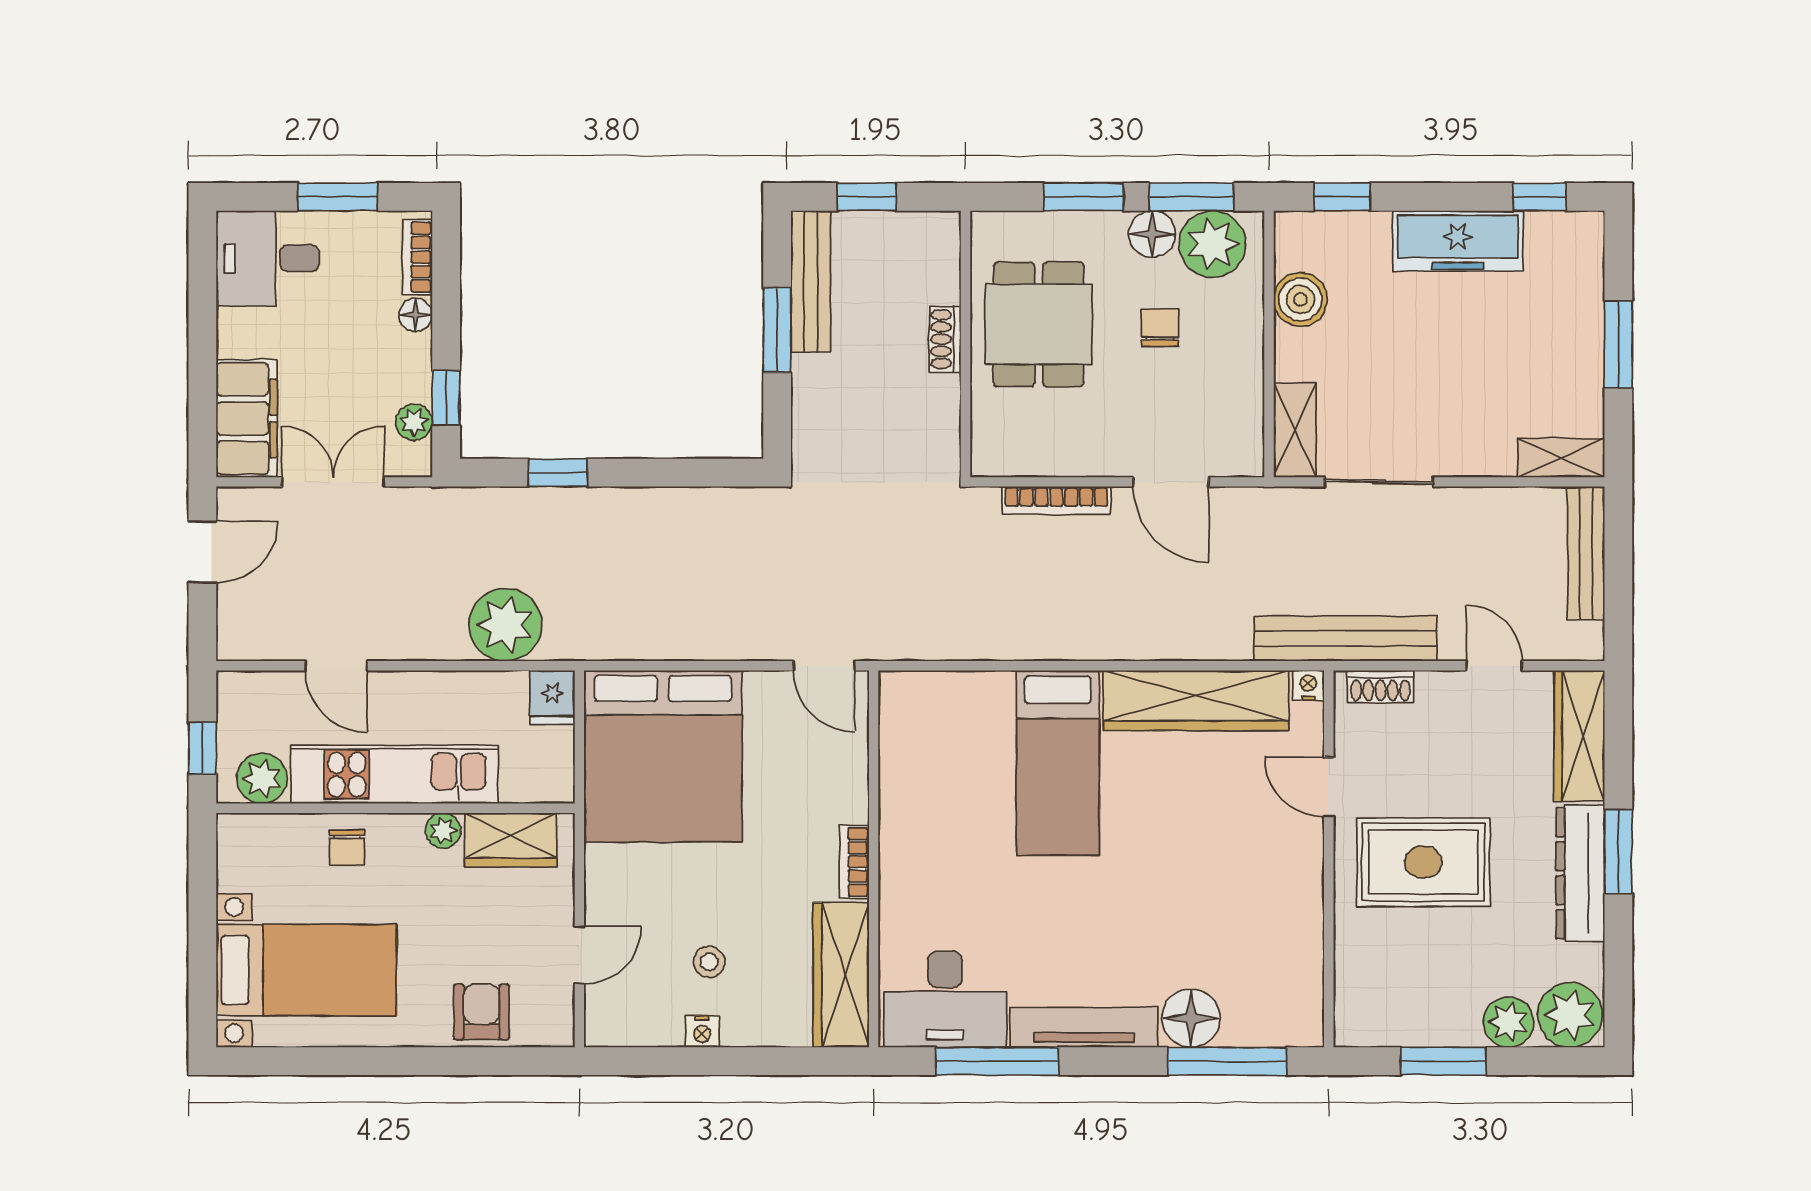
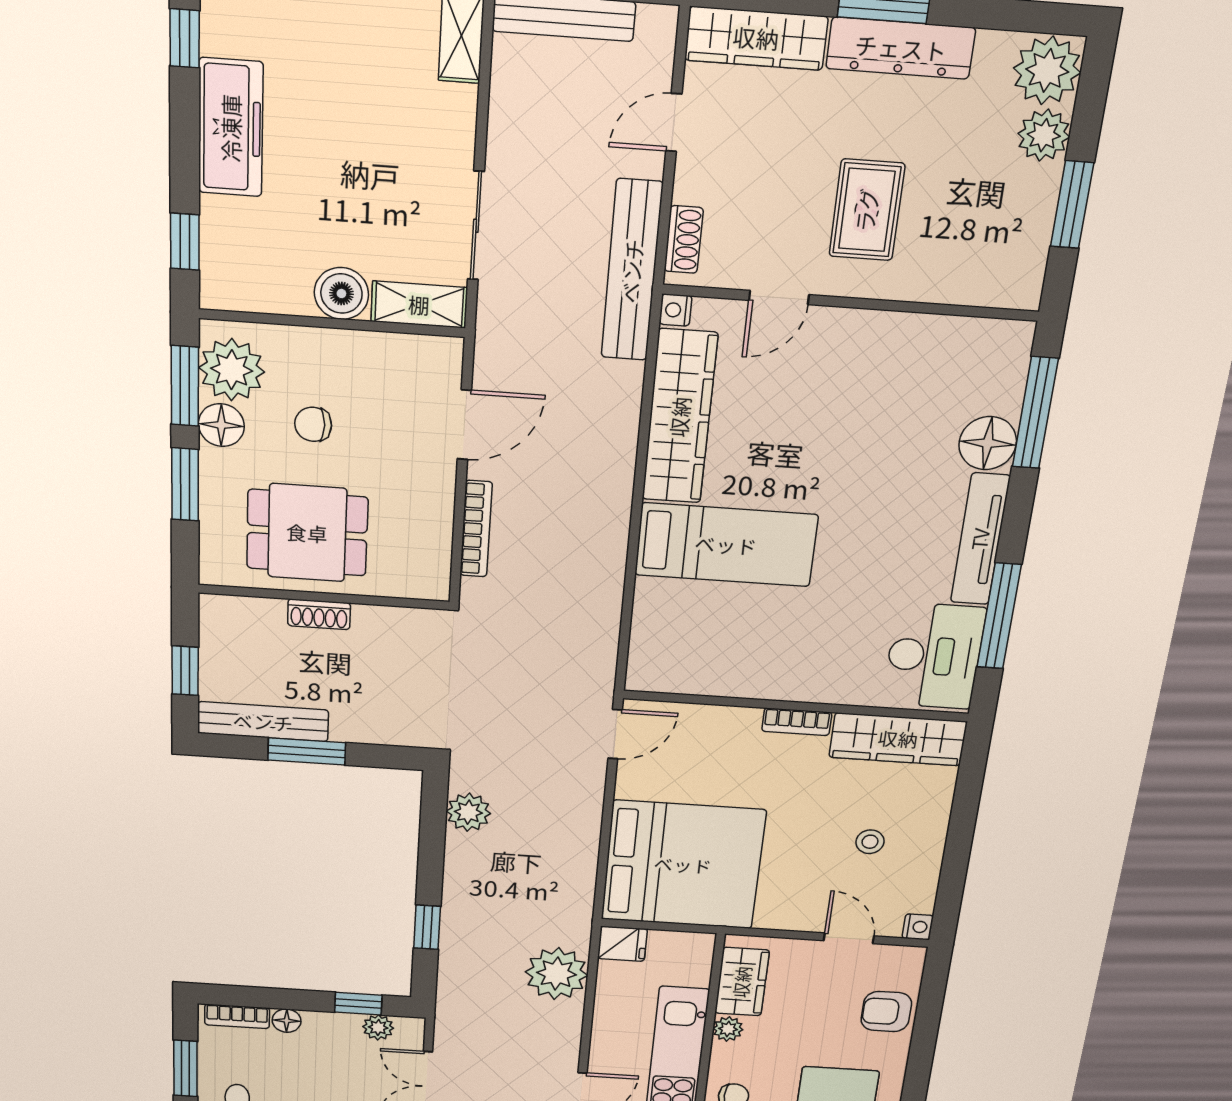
boiler: (1300, 299) -> (341, 294), moved
plant: (713, 511) -> (468, 812), added
rug: (1423, 862) -> (867, 210), width x0.73, depth x0.70
nightstand: (702, 1032) -> (918, 927), moved

